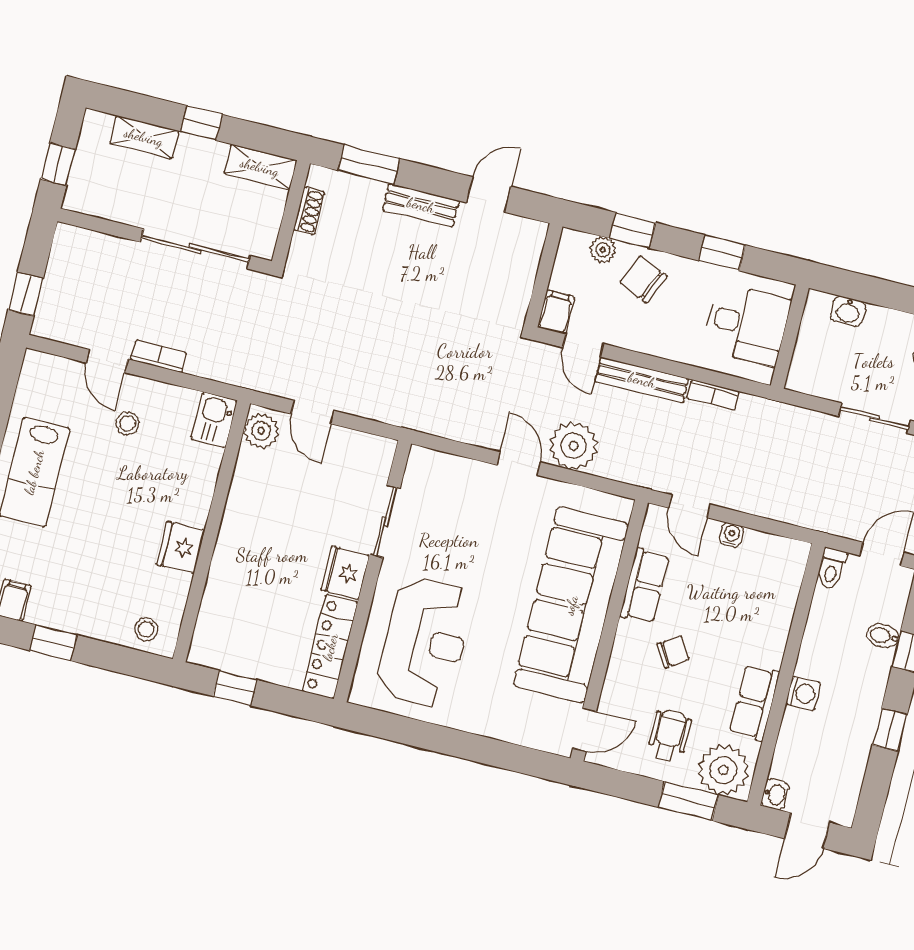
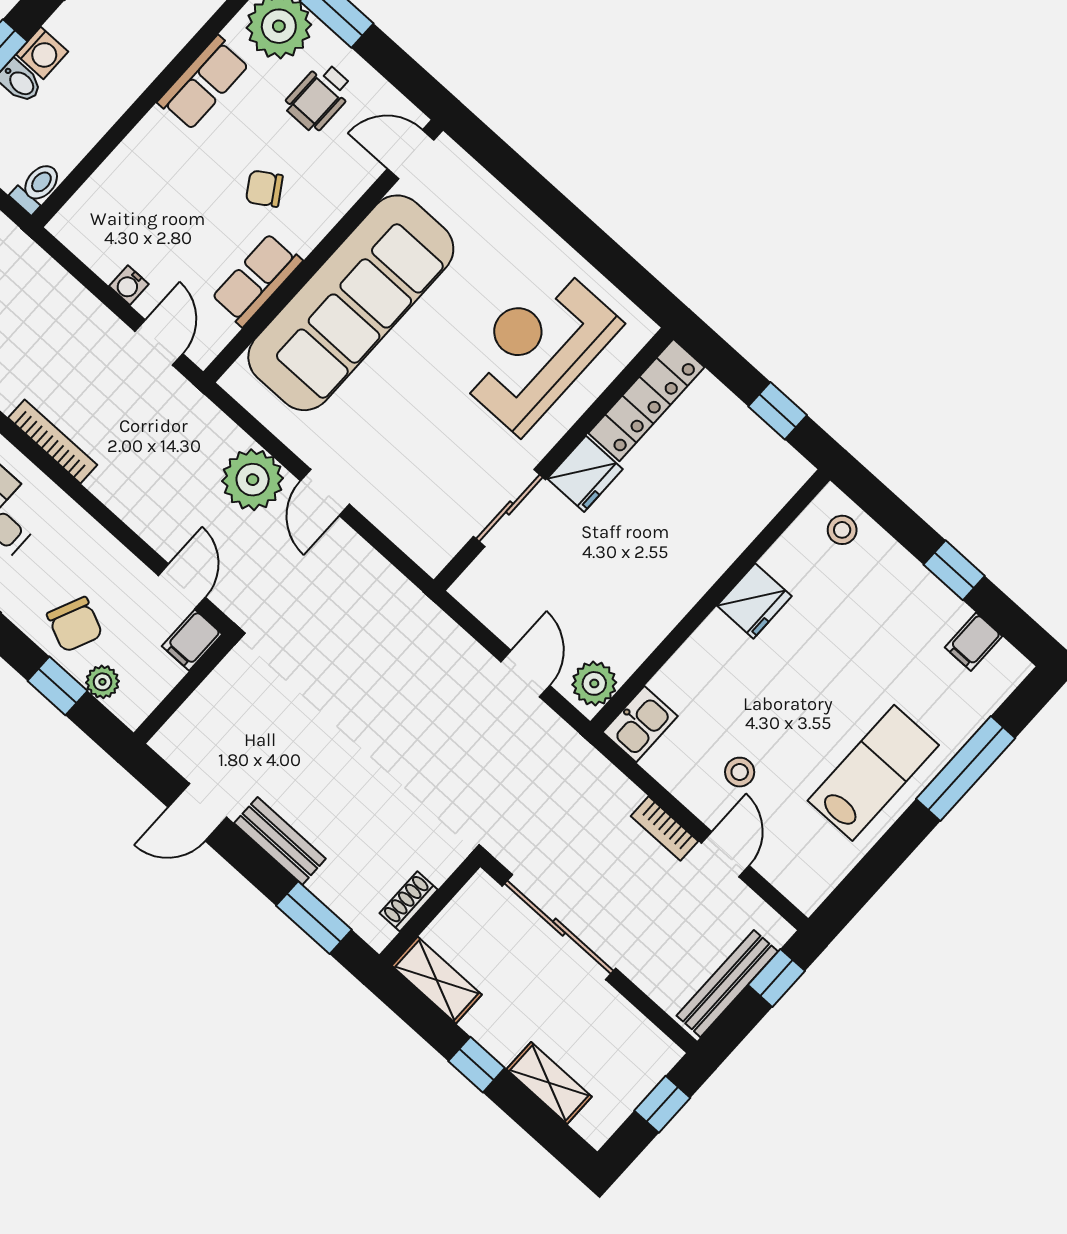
bench: (642, 380) -> (727, 984), moved, turned 90
bookcase: (713, 395) -> (53, 441), width x1.56
washing machine: (803, 693) -> (42, 53), moved, turned 180

